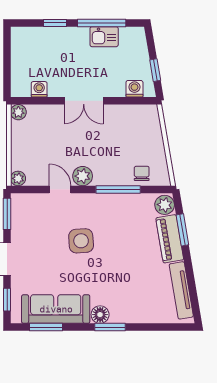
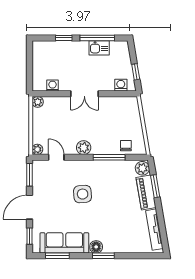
door: (60, 189) -> (56, 157), moved

